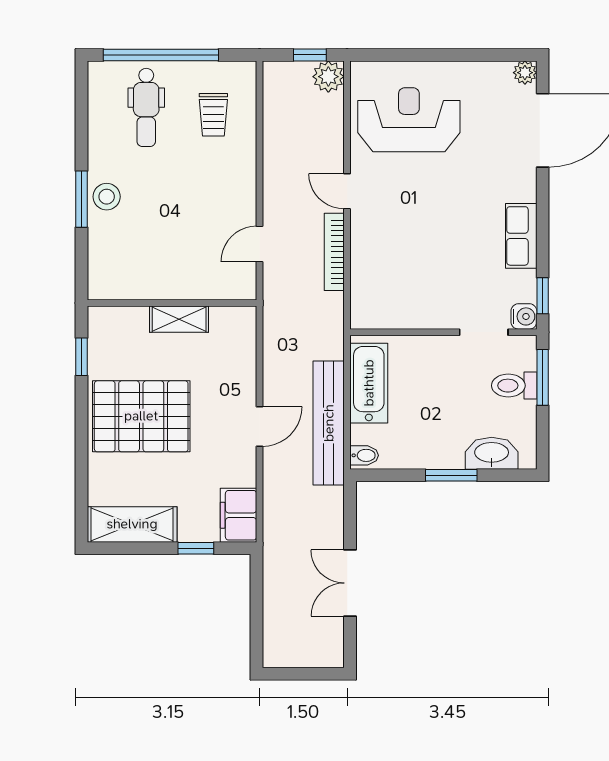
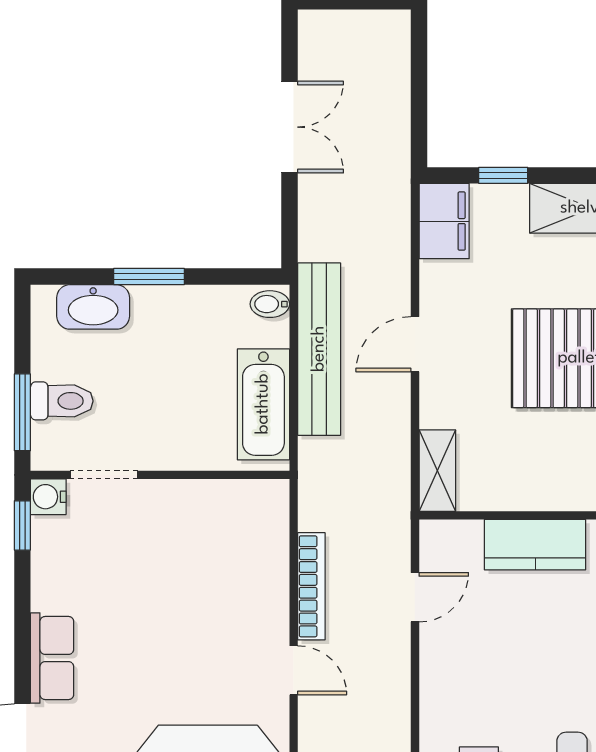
row of seats: (521, 236) -> (52, 658), moved
kitchen counter: (173, 282) -> (535, 545), added
shelving: (179, 319) -> (437, 471), moved, turned 90

